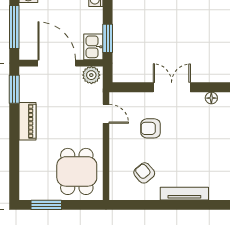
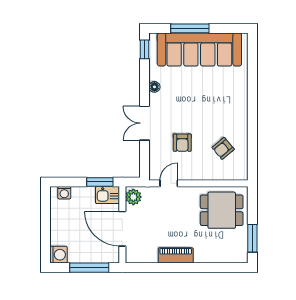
door: (57, 63) -> (122, 229), hinge flipped
window: (14, 89) -> (146, 268), removed
tv unit: (184, 194) -> (242, 112), removed

